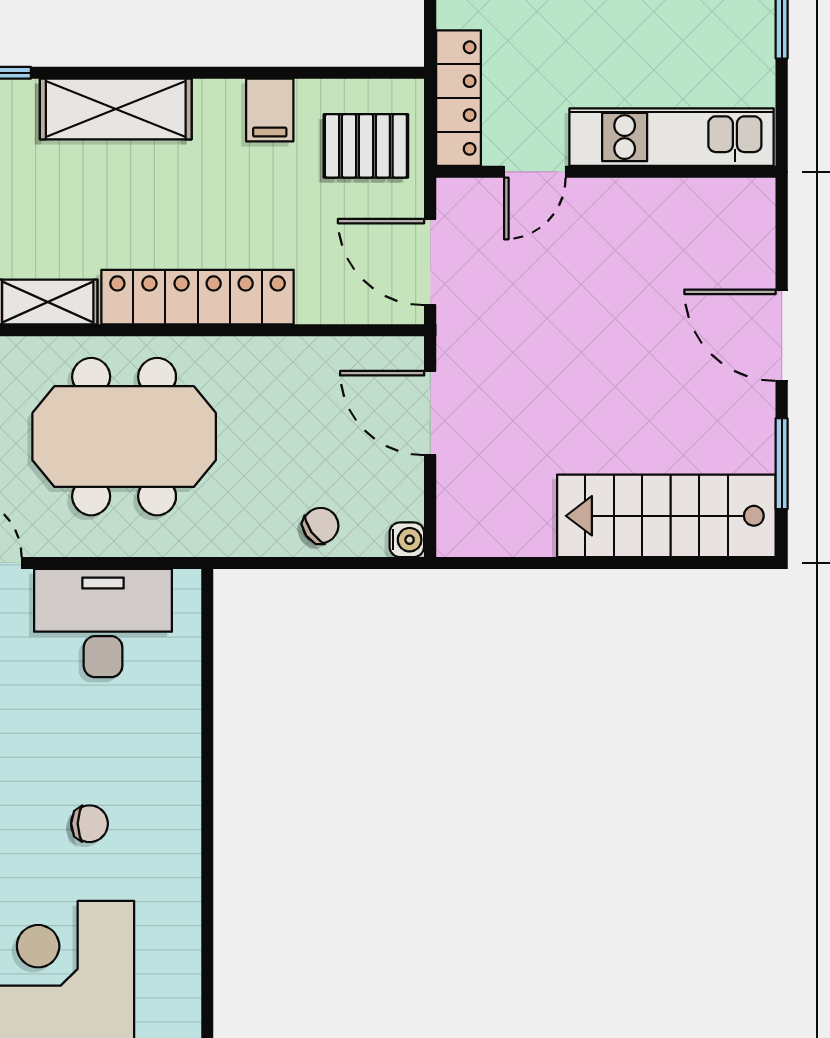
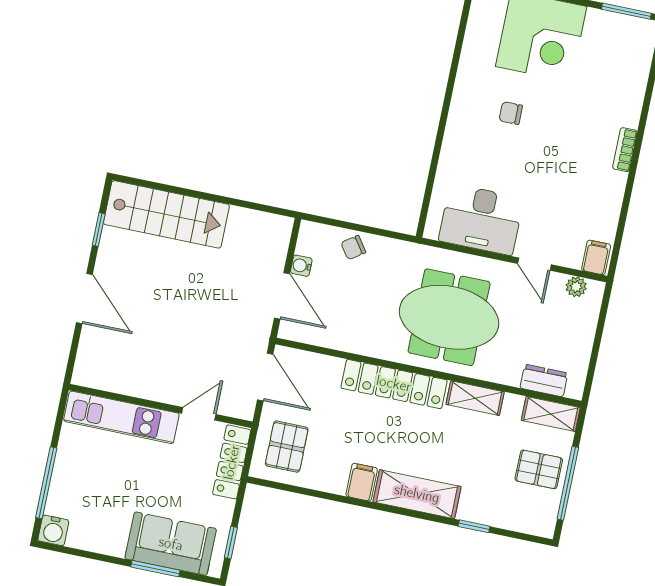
filing cabinet: (270, 110) -> (362, 482), moved
pallet: (366, 146) -> (287, 447), turned 90
window: (782, 464) -> (99, 229), width x0.67
water cooler: (407, 540) -> (301, 266), moved

